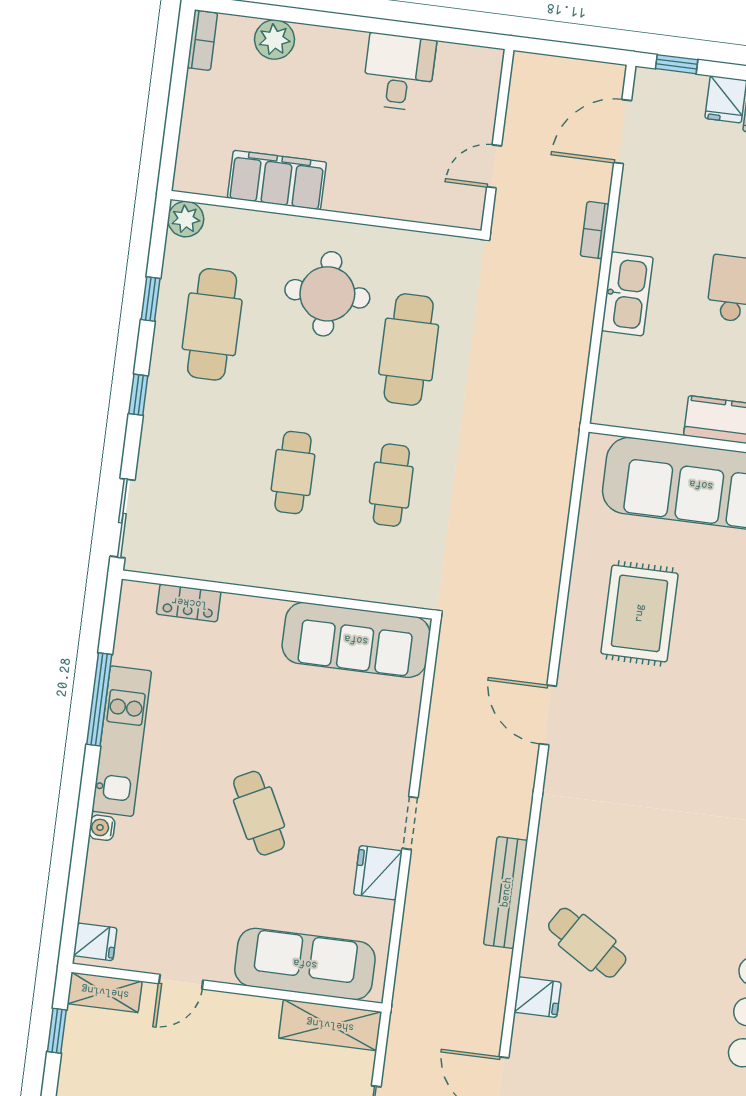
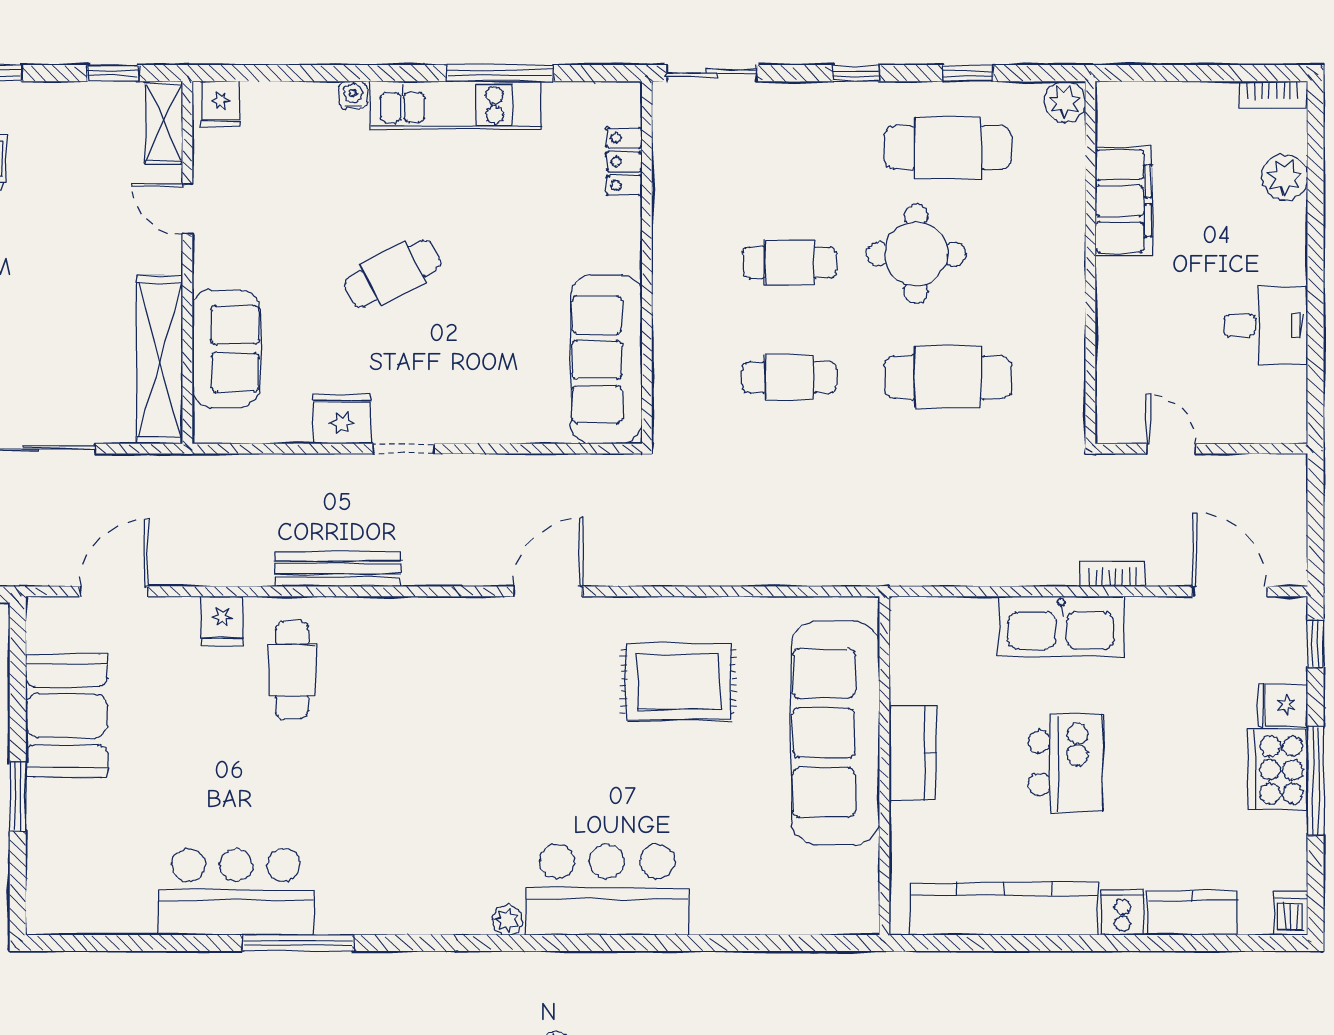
round table: (327, 294) -> (916, 254), moved
kitchen sink: (627, 294) -> (1061, 626), width x1.36, depth x1.24
cafe table: (587, 943) -> (292, 670), turned -32
sofa: (305, 964) -> (226, 349), width x0.73
shelving: (330, 1025) -> (160, 360), width x1.47

